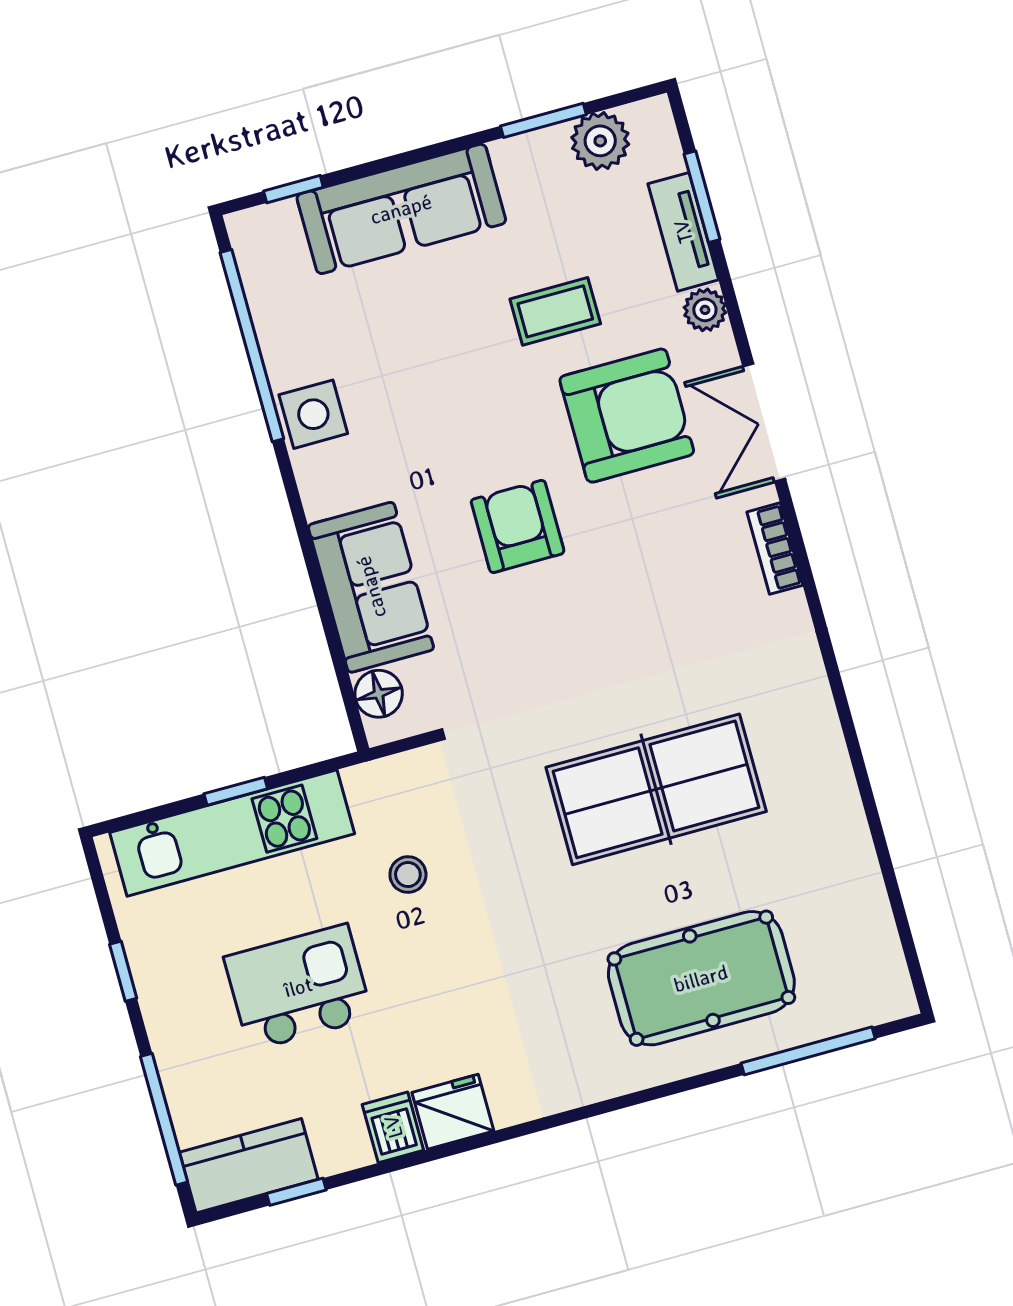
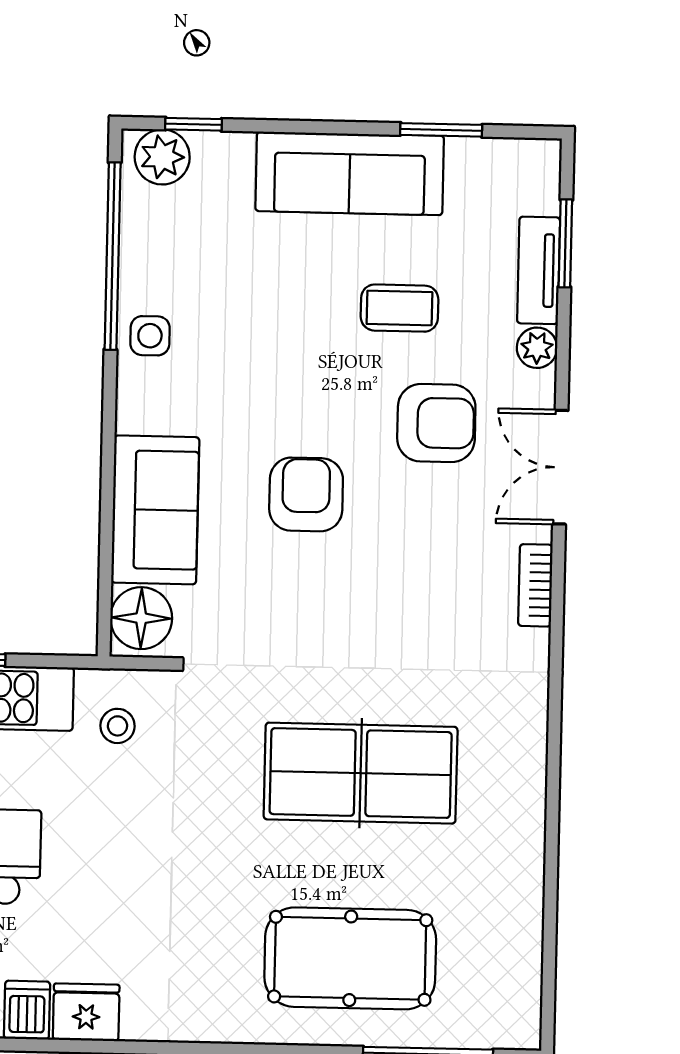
plant: (600, 141) -> (162, 157), moved
sofa: (401, 209) -> (350, 173), moved
side table: (313, 414) -> (150, 336), width x0.73, depth x0.73
armchair: (627, 416) -> (436, 423), width x0.73, depth x0.73
floor lamp: (379, 694) -> (141, 618), width x1.38, depth x1.38
stool: (408, 875) -> (117, 726), moved

